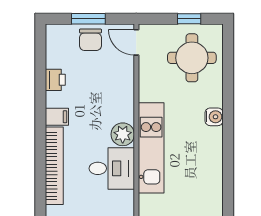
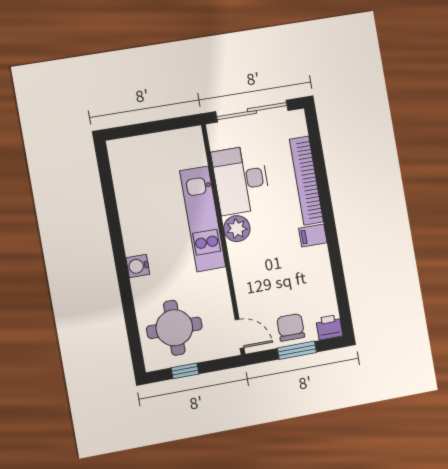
printer: (55, 80) -> (329, 327), moved, turned 90
desk: (112, 168) -> (241, 180), width x1.37

